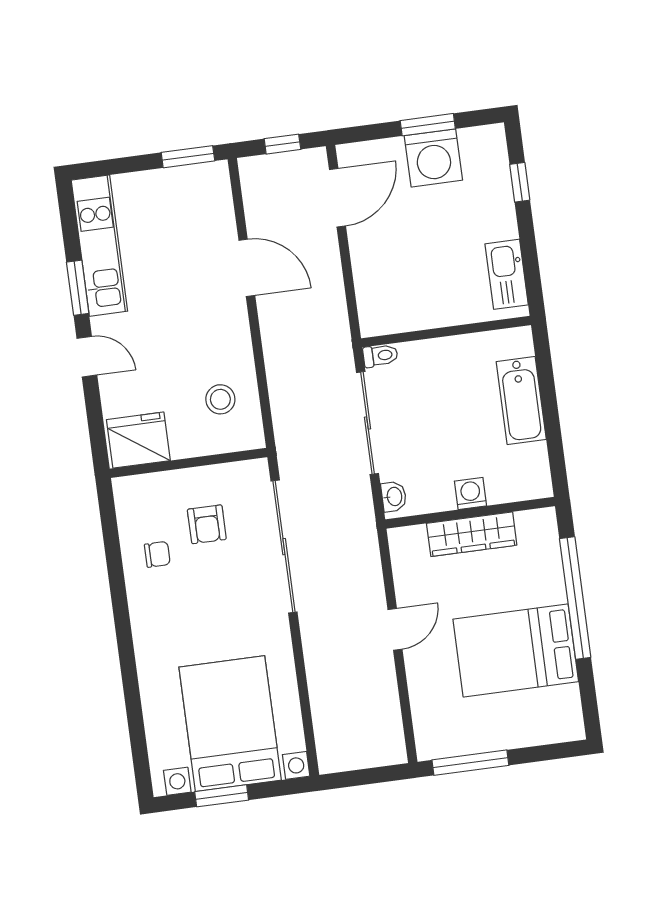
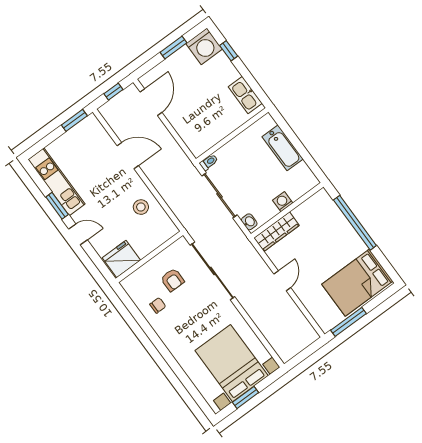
washing machine: (433, 158) -> (204, 46), moved
stool: (220, 399) -> (141, 207), moved
wardrobe: (472, 534) -> (277, 232), moved
bed: (516, 650) -> (357, 283), moved

